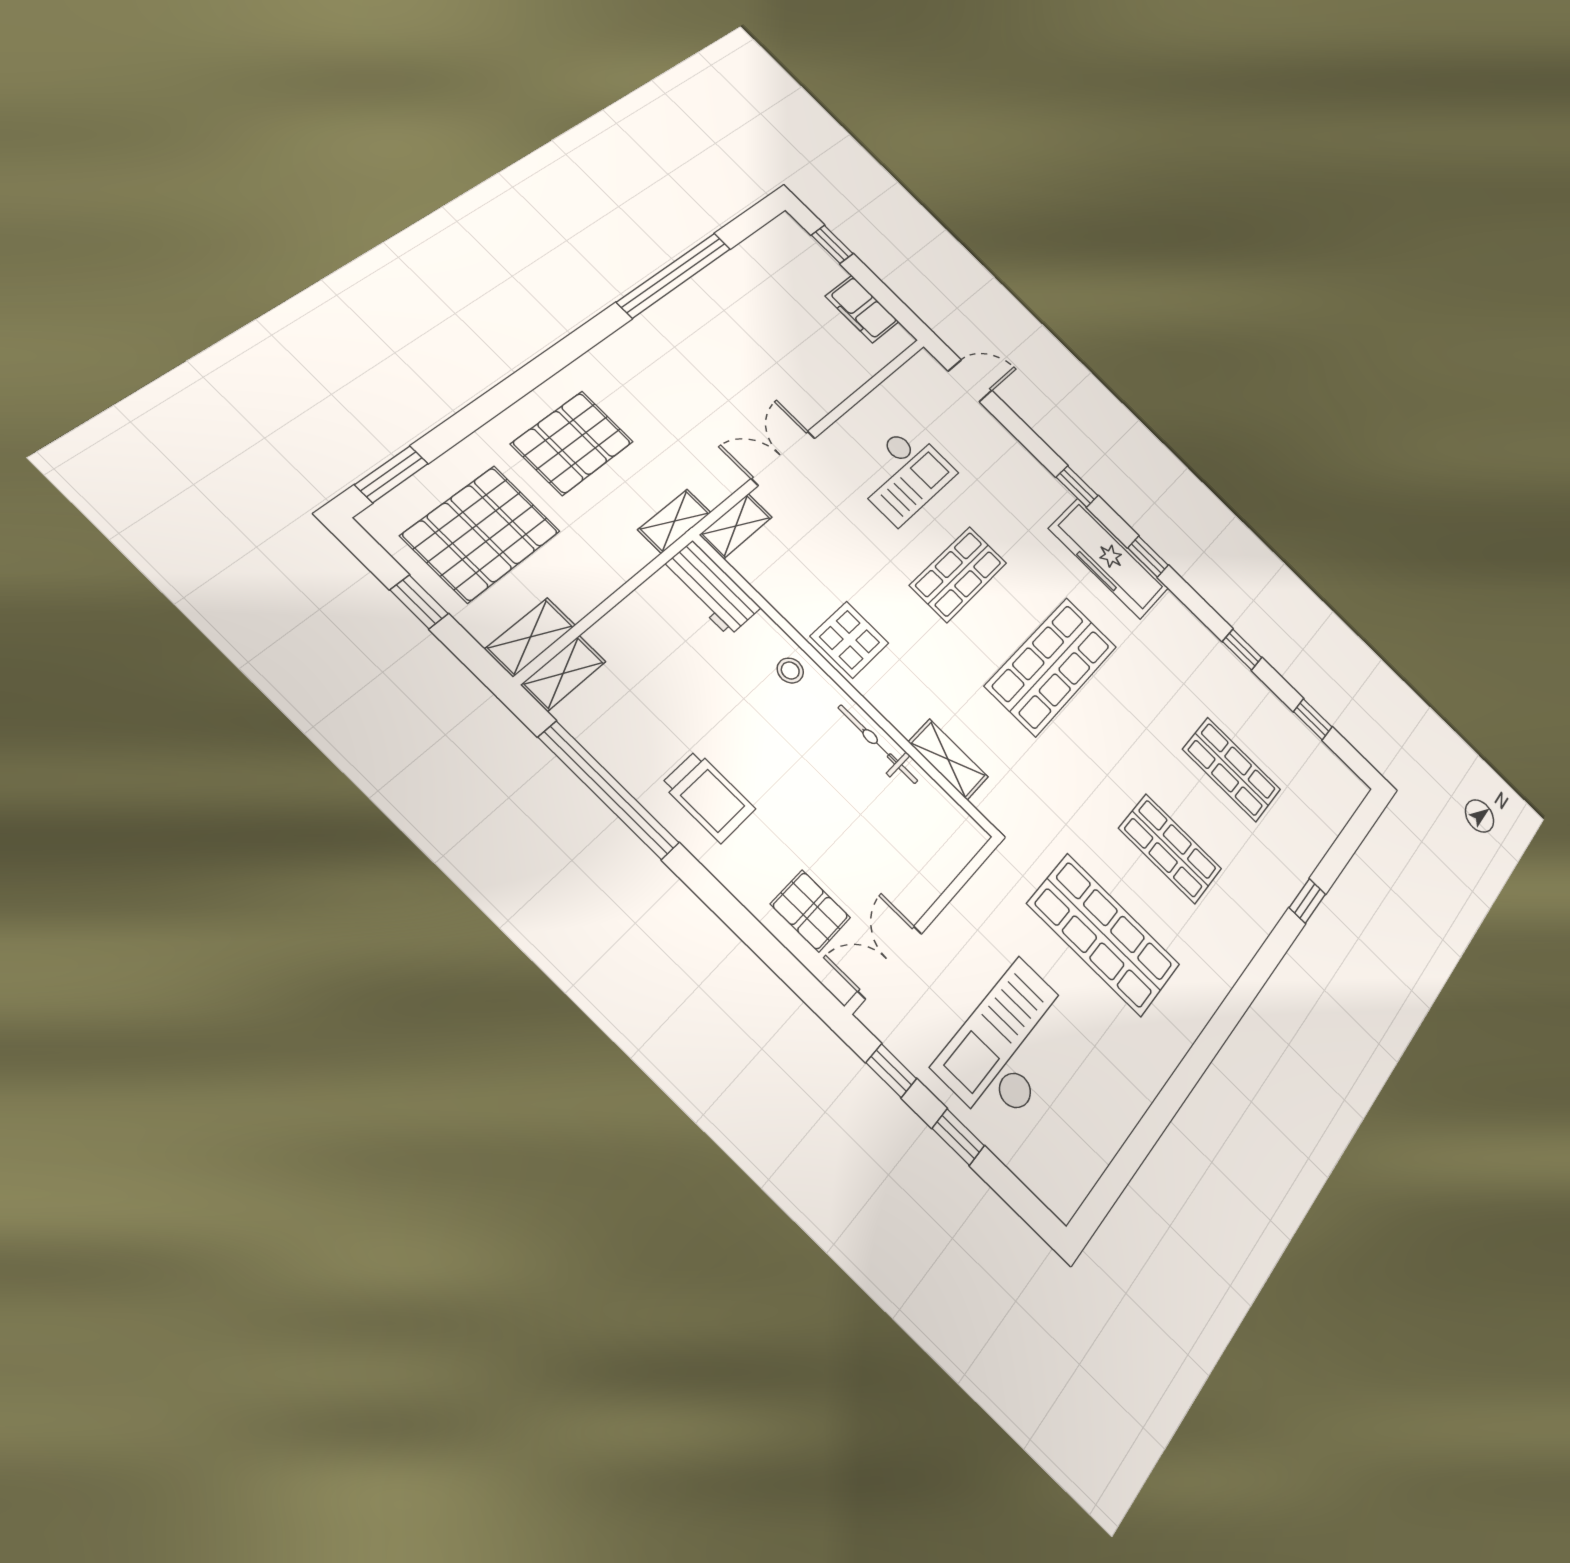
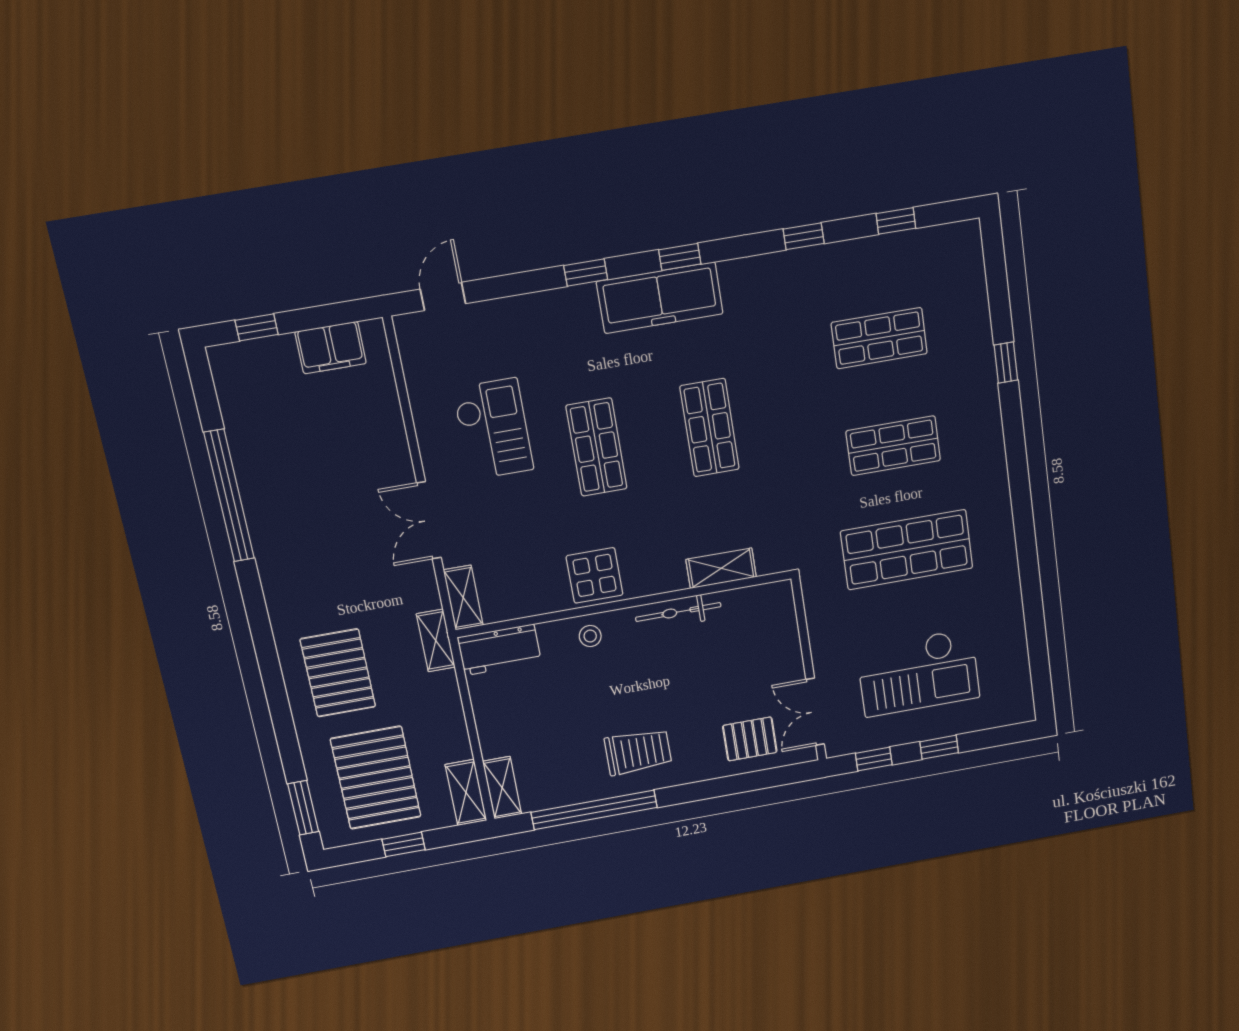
shop shelf: (1051, 666) -> (710, 428), width x0.70, depth x0.74
checkout: (1010, 1045) -> (918, 673), turned -90

